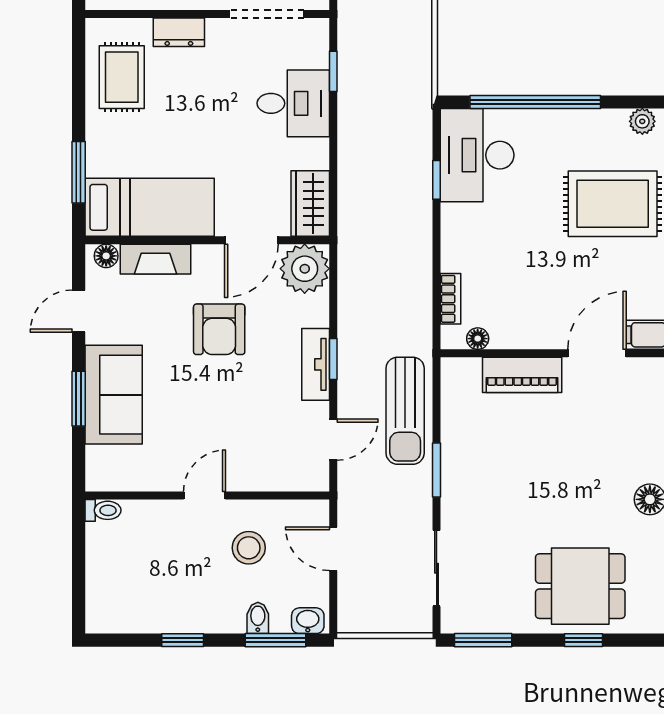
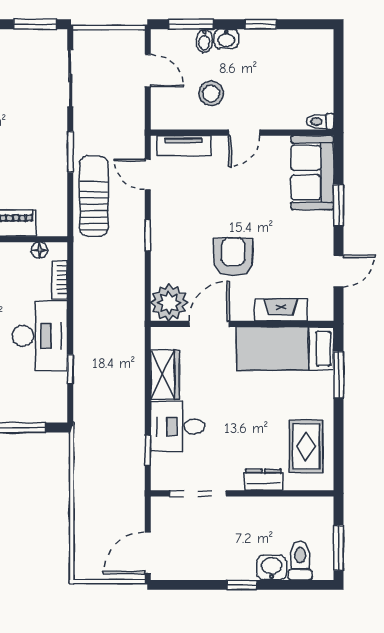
desk: (477, 155) -> (40, 336), moved
wardrobe: (310, 203) -> (165, 375), moved
floor lamp: (106, 256) -> (318, 312), removed
tv unit: (316, 364) -> (184, 146), moved, turned 90
sofa: (114, 395) -> (312, 173), moved
door: (333, 440) -> (148, 174), hinge flipped
door: (333, 549) -> (148, 71), moved
washbasin: (308, 621) -> (226, 39), moved

